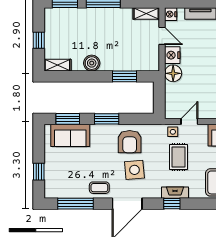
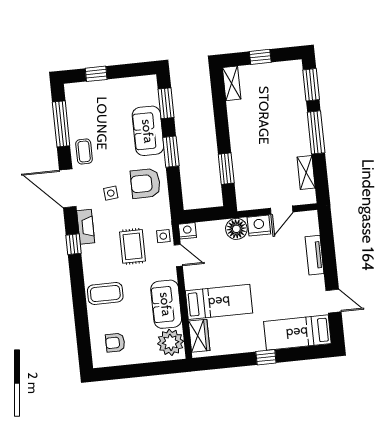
shelving: (146, 13) -> (306, 172), moved
nightstand: (171, 14) -> (187, 231), moved
boiler: (92, 63) -> (239, 126), removed
sofa: (70, 135) -> (148, 131), moved
rug: (178, 157) -> (132, 246), turned 90
side table: (134, 170) -> (111, 193), width x0.54, depth x0.54
fireplace: (175, 193) -> (86, 227), moved

